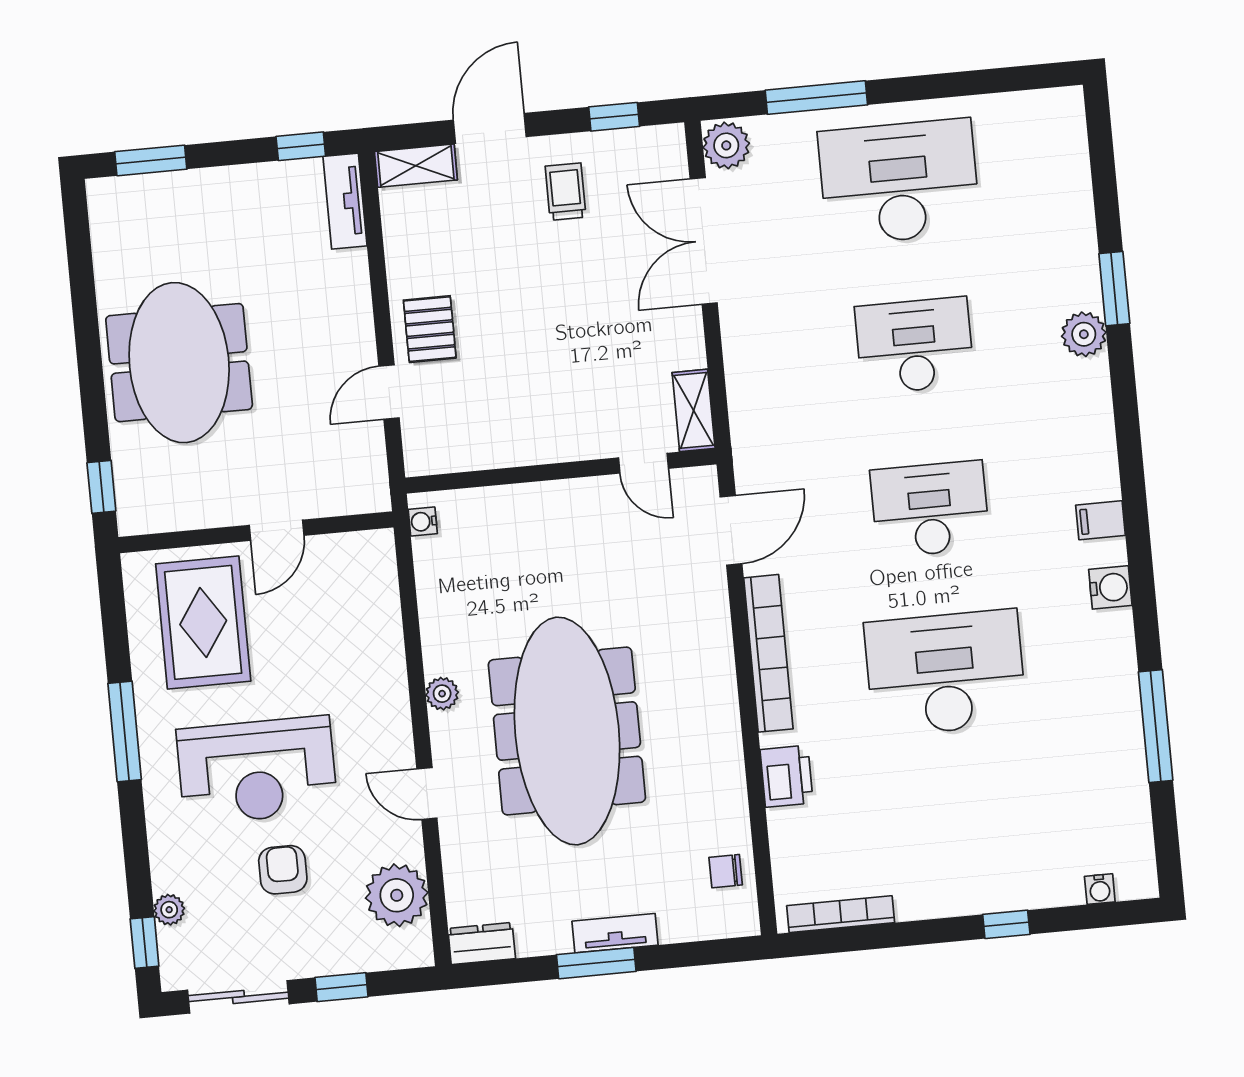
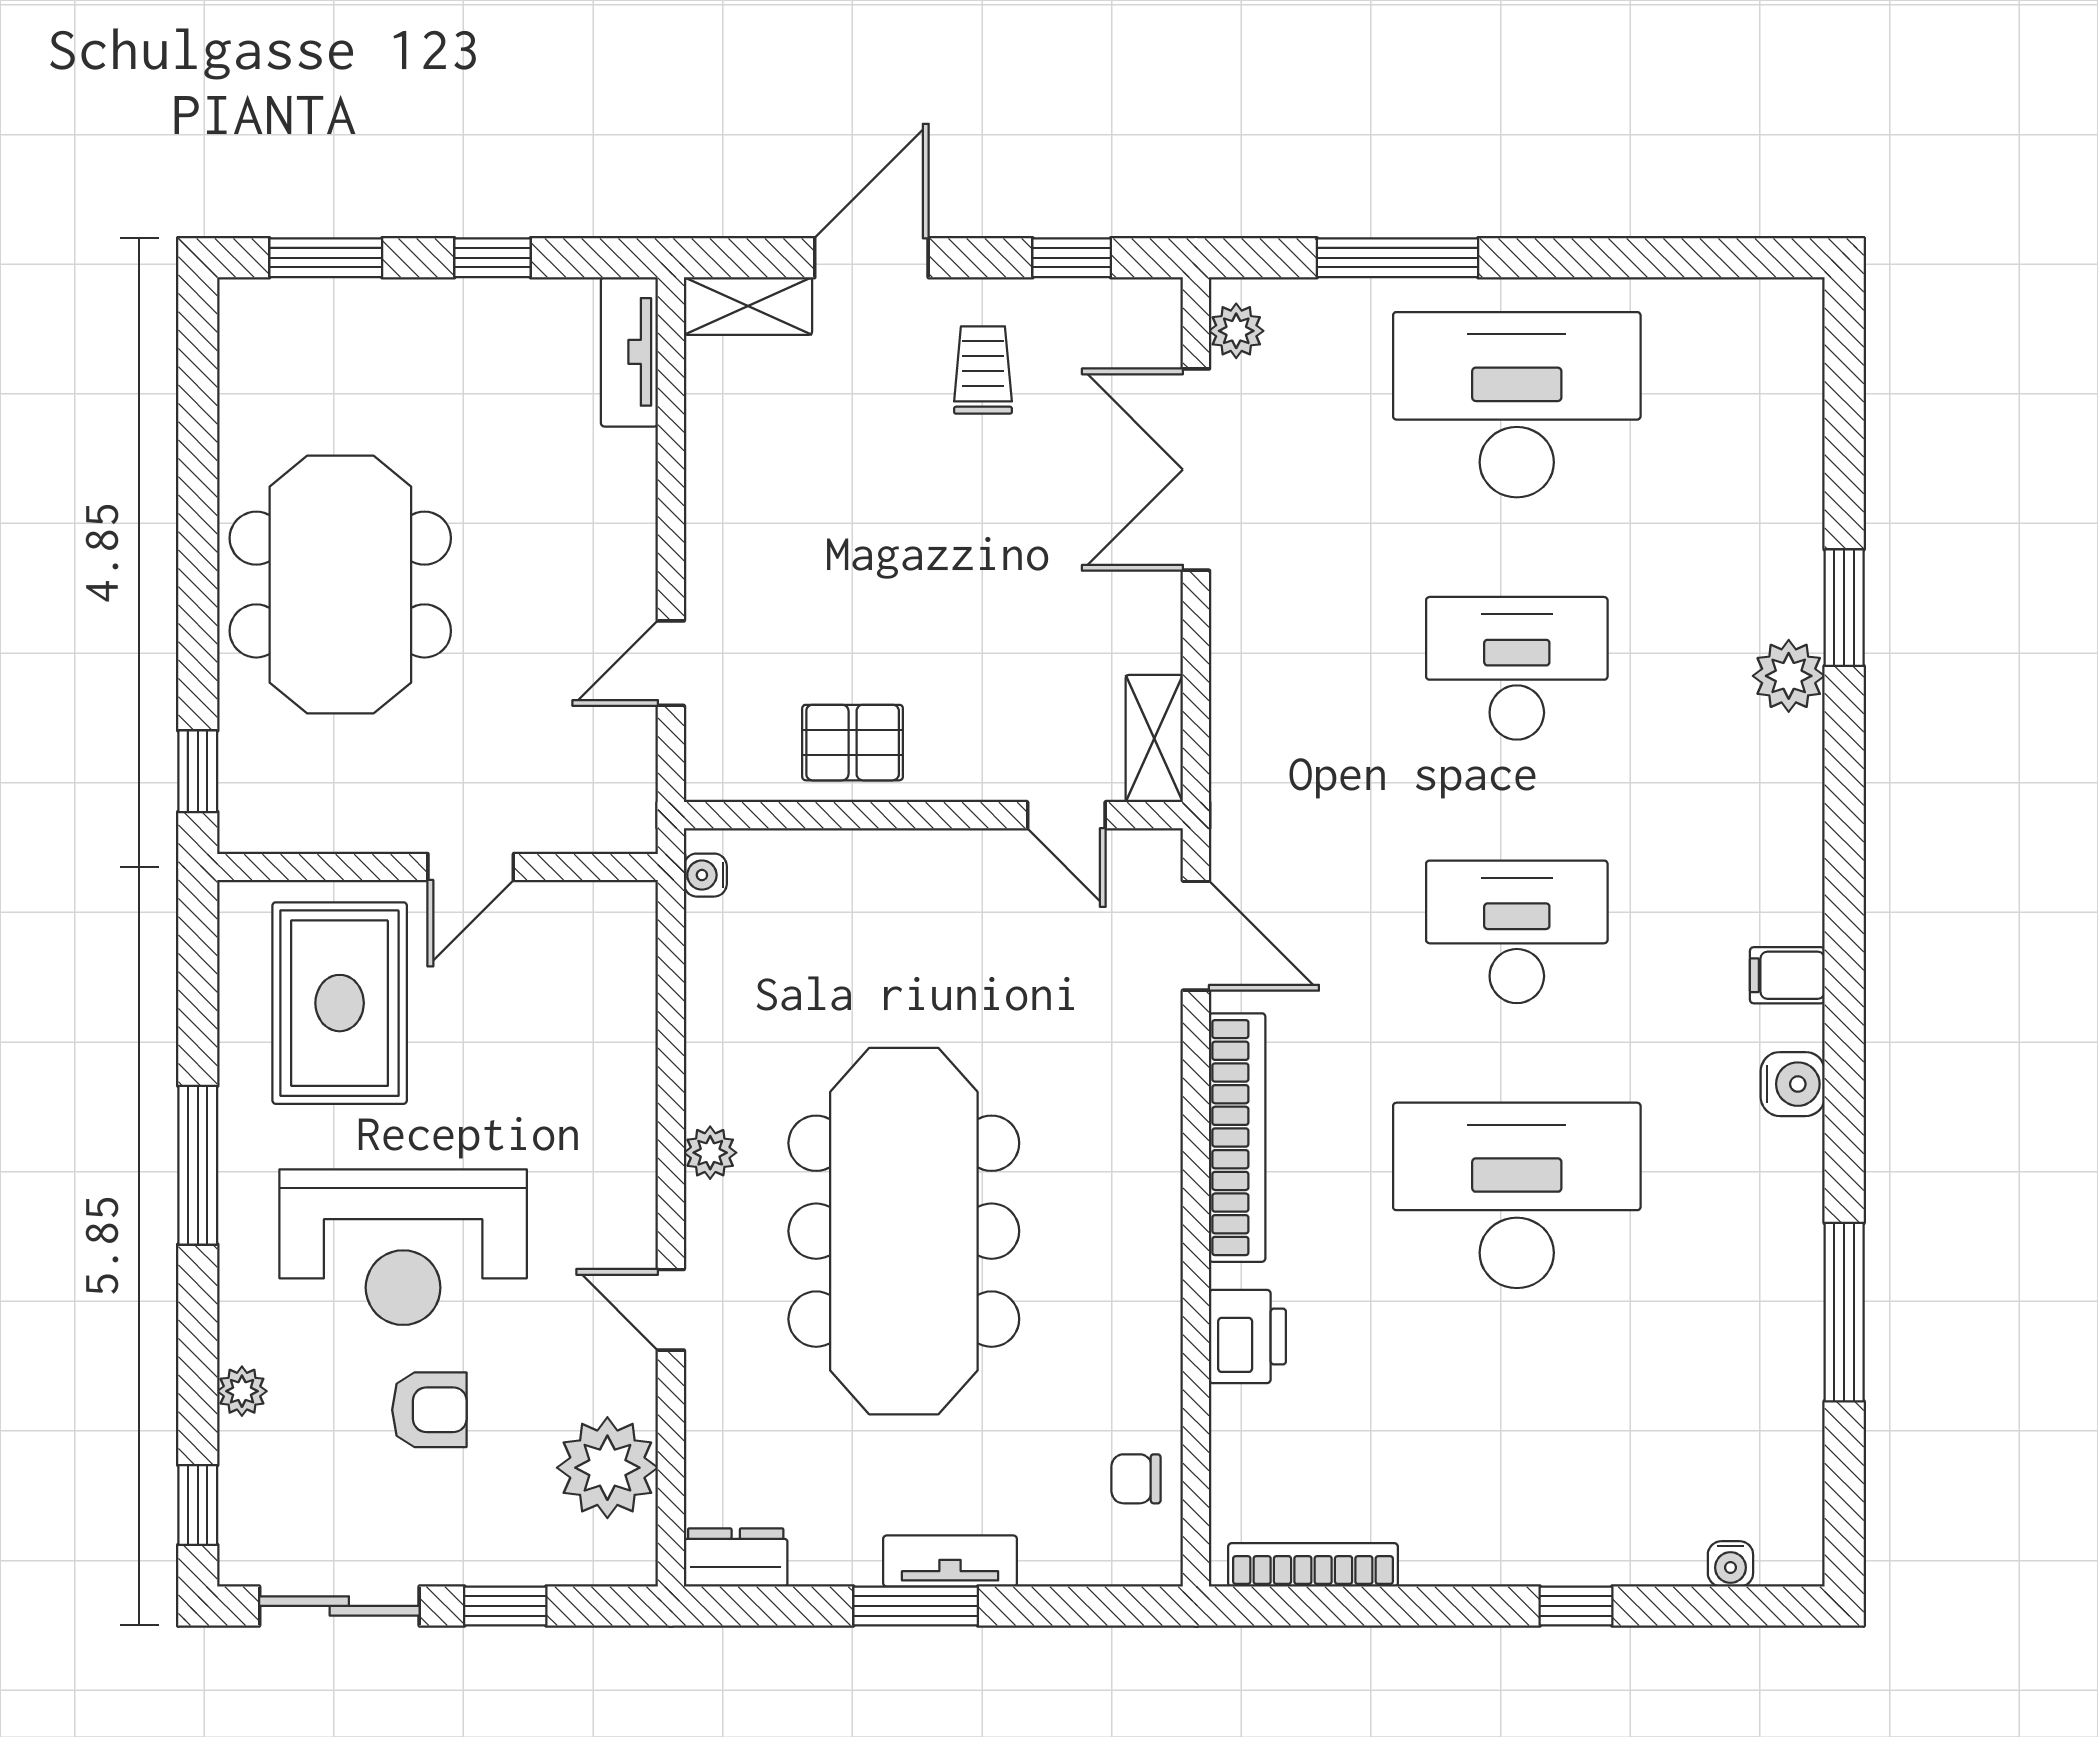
plant: (726, 145) -> (1236, 331), width x0.73, depth x0.73
window: (301, 146) -> (493, 258), moved
pallet: (430, 329) -> (853, 743), moved, turned 90
door: (731, 530) -> (1196, 936), hinge flipped
armchair: (283, 870) -> (429, 1410), turned 90
plant: (169, 910) -> (242, 1391), moved

